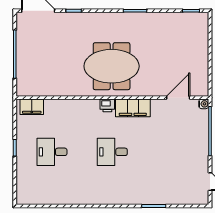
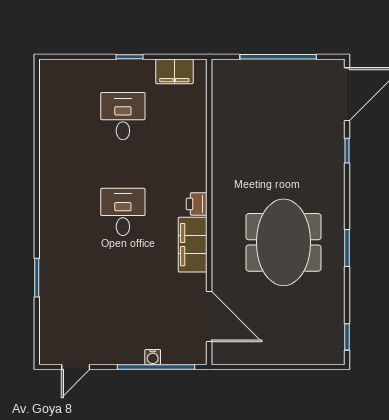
meeting table: (112, 66) -> (283, 242), moved
door: (178, 98) -> (209, 316), width x1.36
water cooler: (204, 104) -> (153, 357), moved
filing cabinet: (32, 107) -> (174, 71), moved, turned -90

